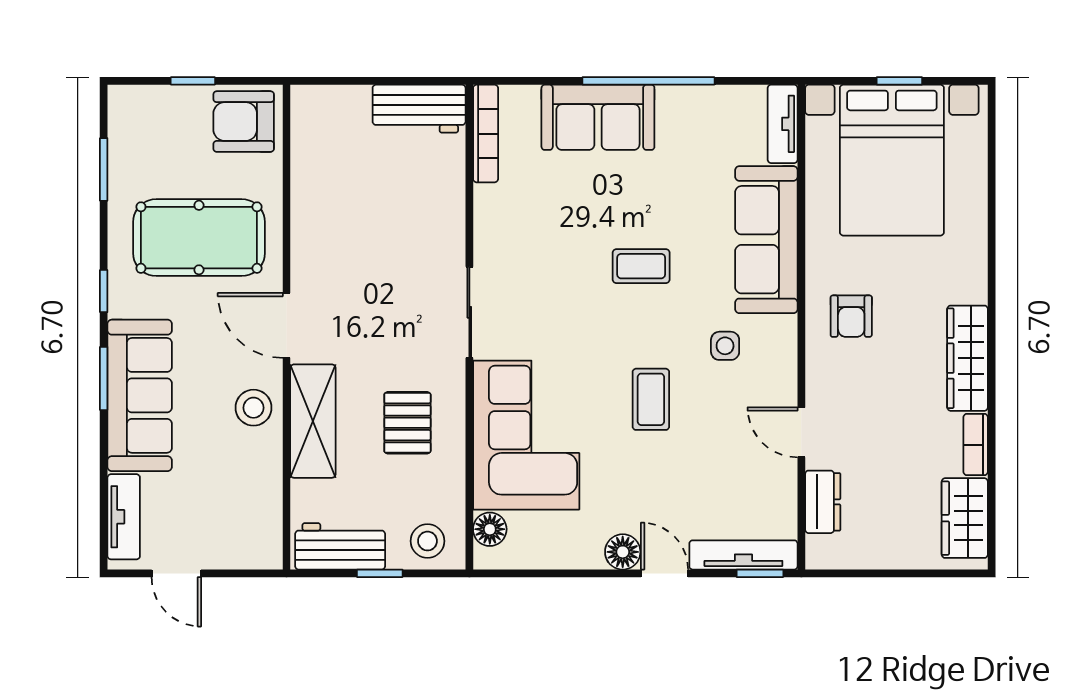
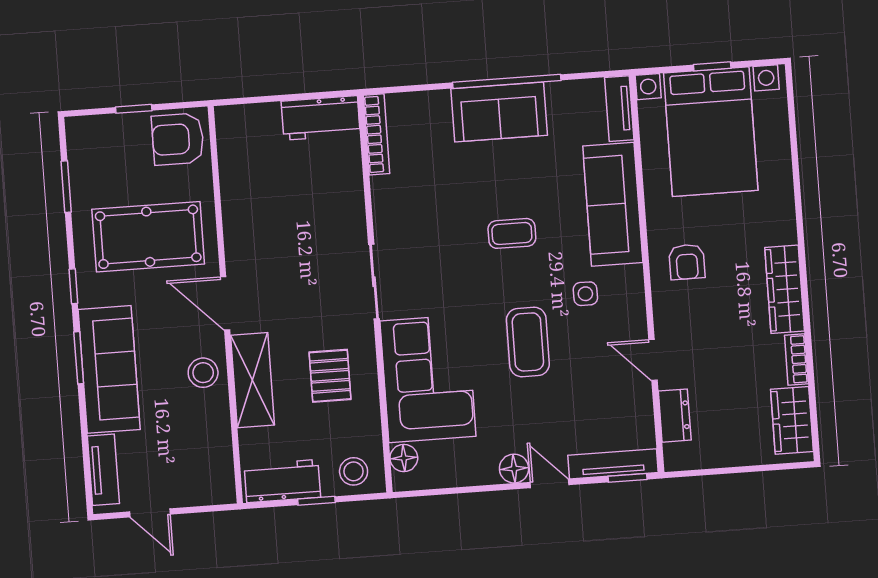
sofa: (598, 117) -> (499, 112), moved
coffee table: (651, 399) -> (528, 342), width x1.36, depth x1.30

